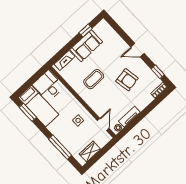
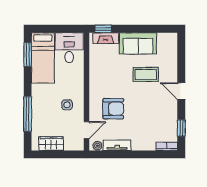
window: (86, 30) -> (103, 29), moved
coffee table: (94, 79) -> (146, 74), moved
armchair: (127, 80) -> (113, 109), moved, turned -80

